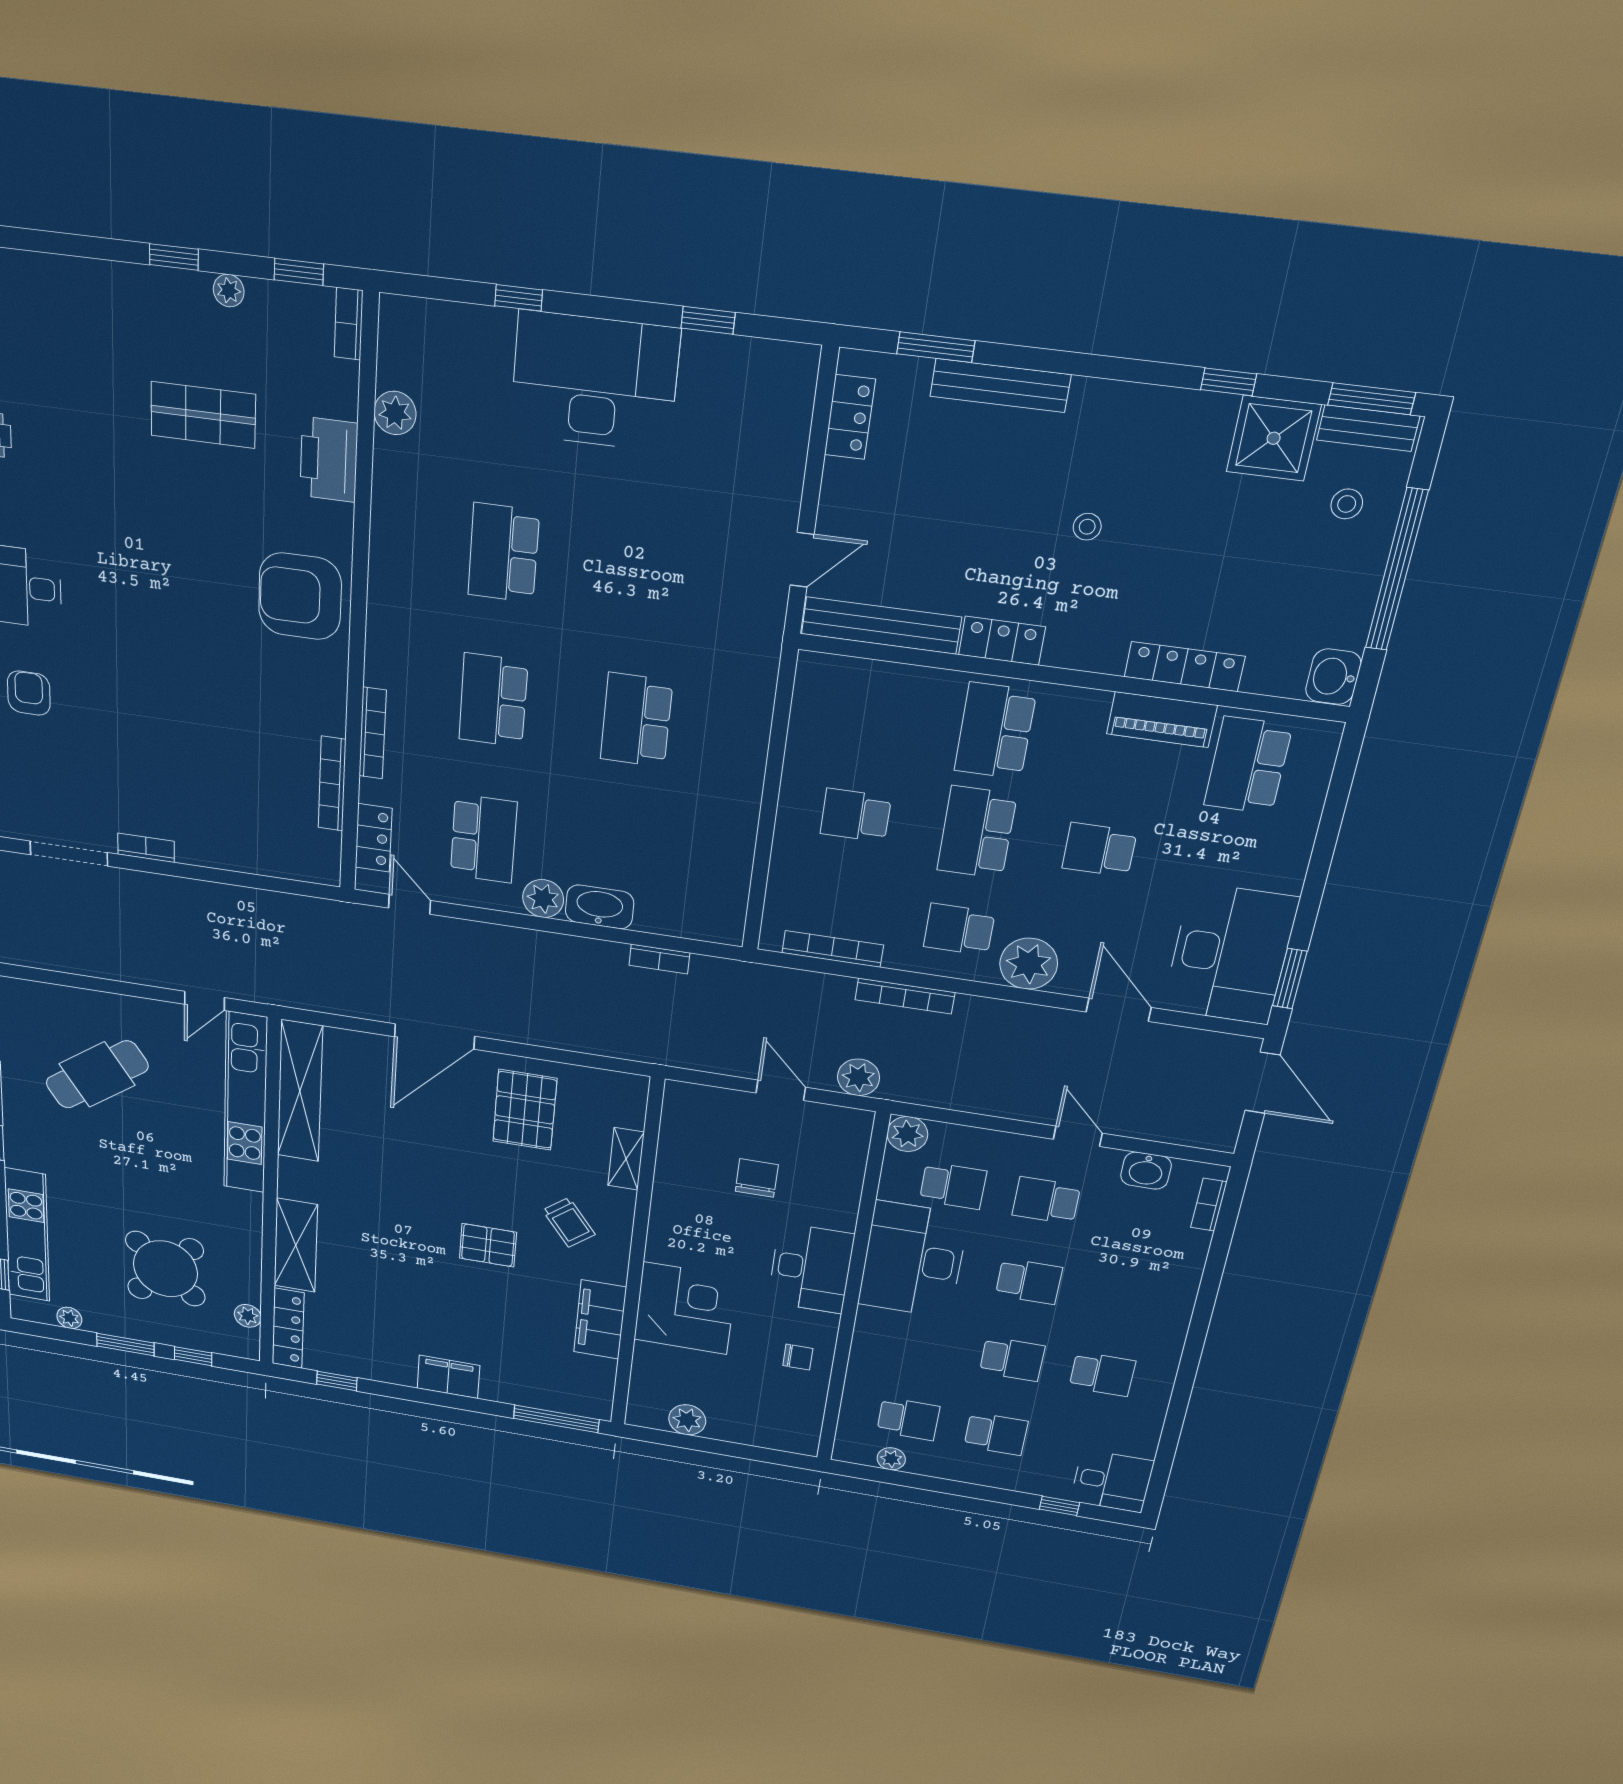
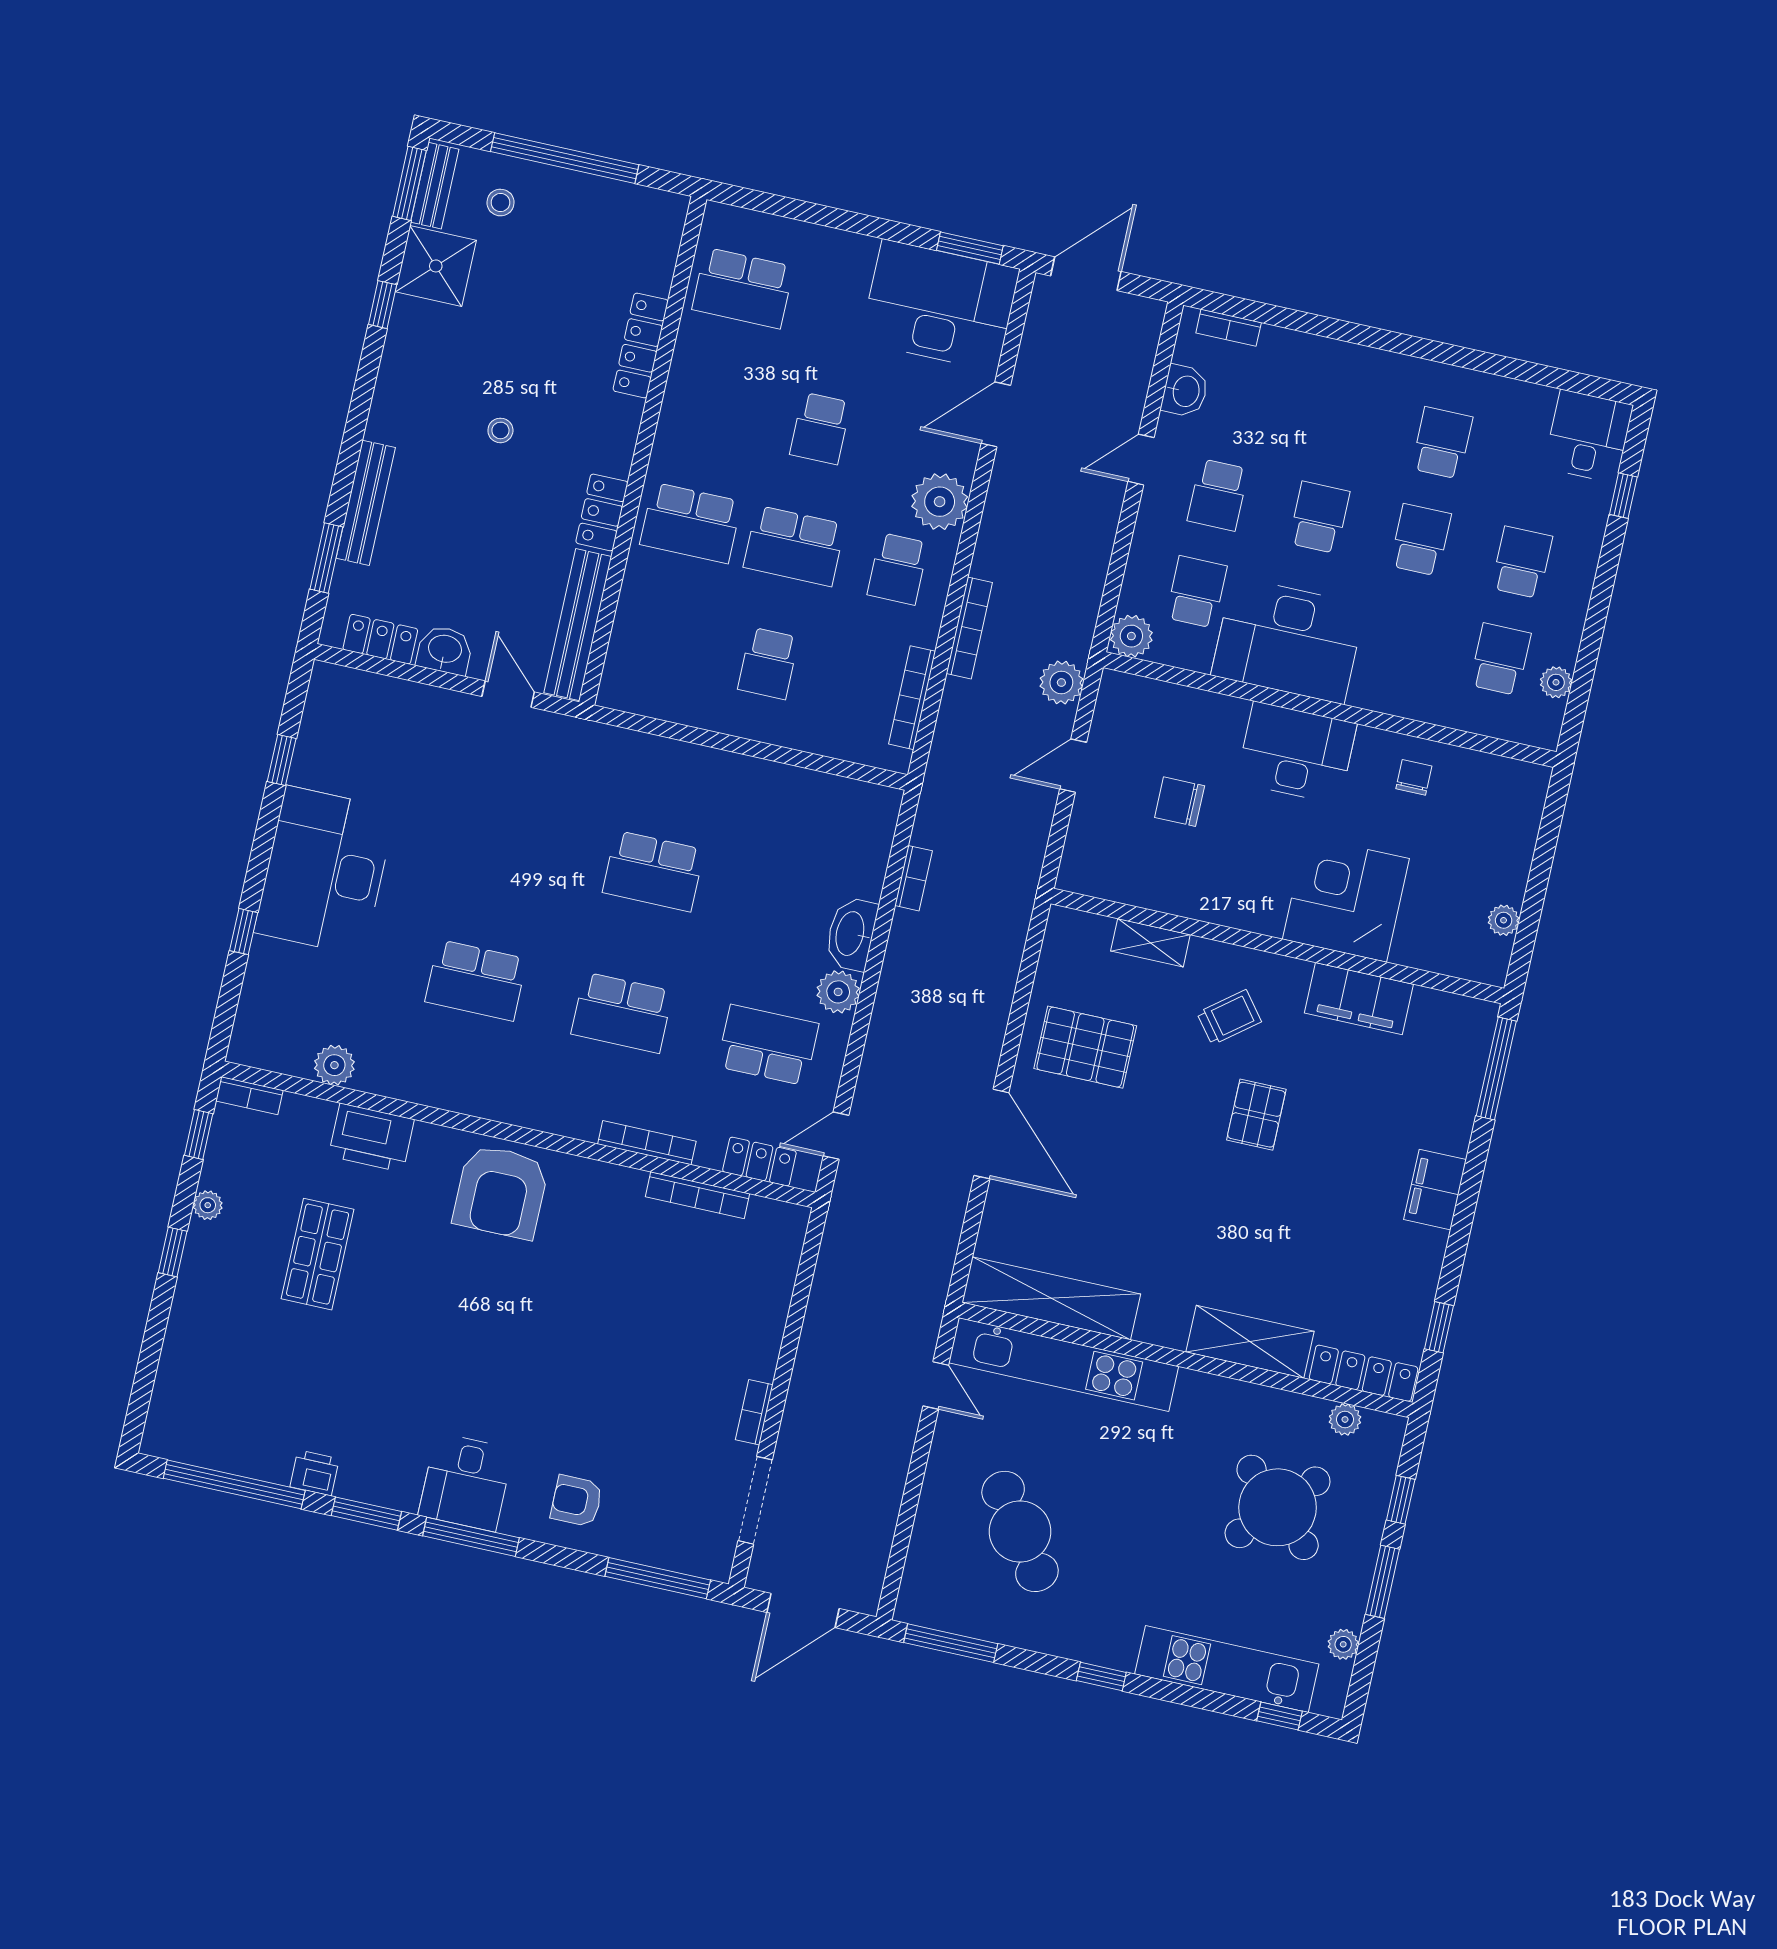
washbasin: (1333, 677) -> (445, 650), moved, turned 180
piano: (1162, 720) -> (691, 367), removed
plant: (687, 1420) -> (1504, 920), width x0.73, depth x0.73

